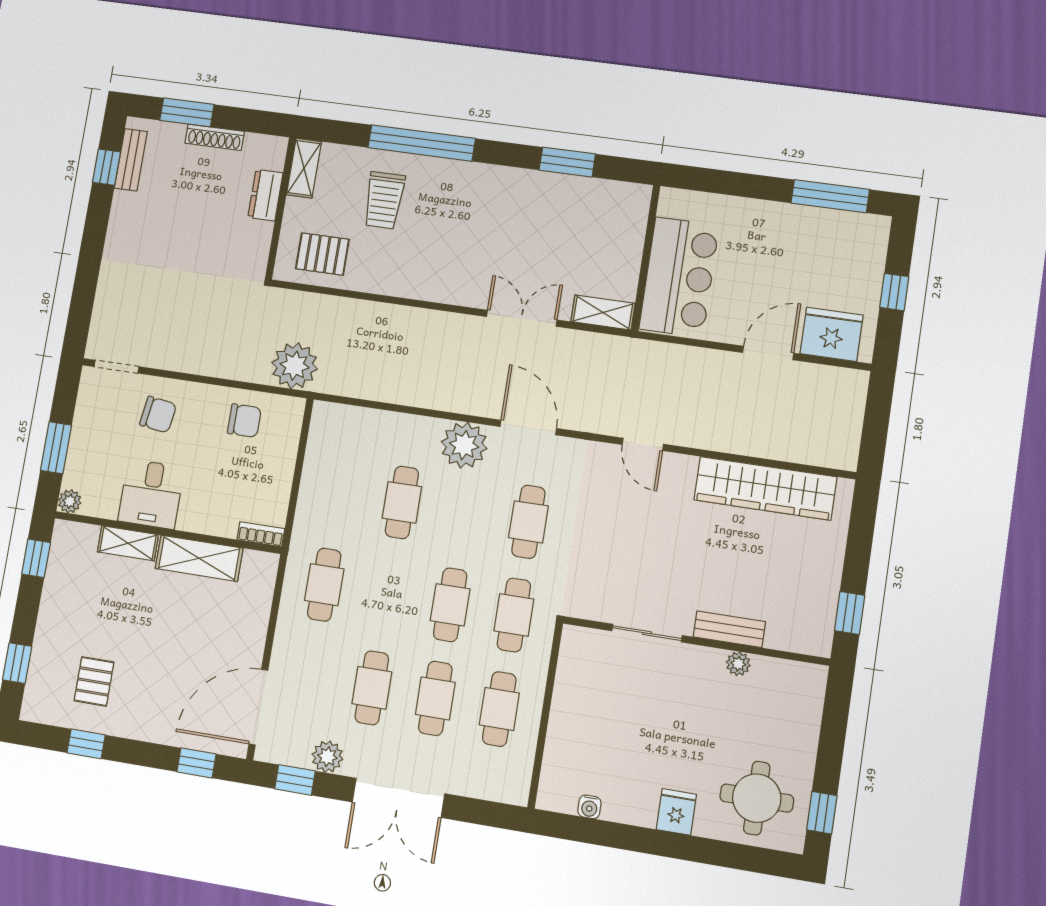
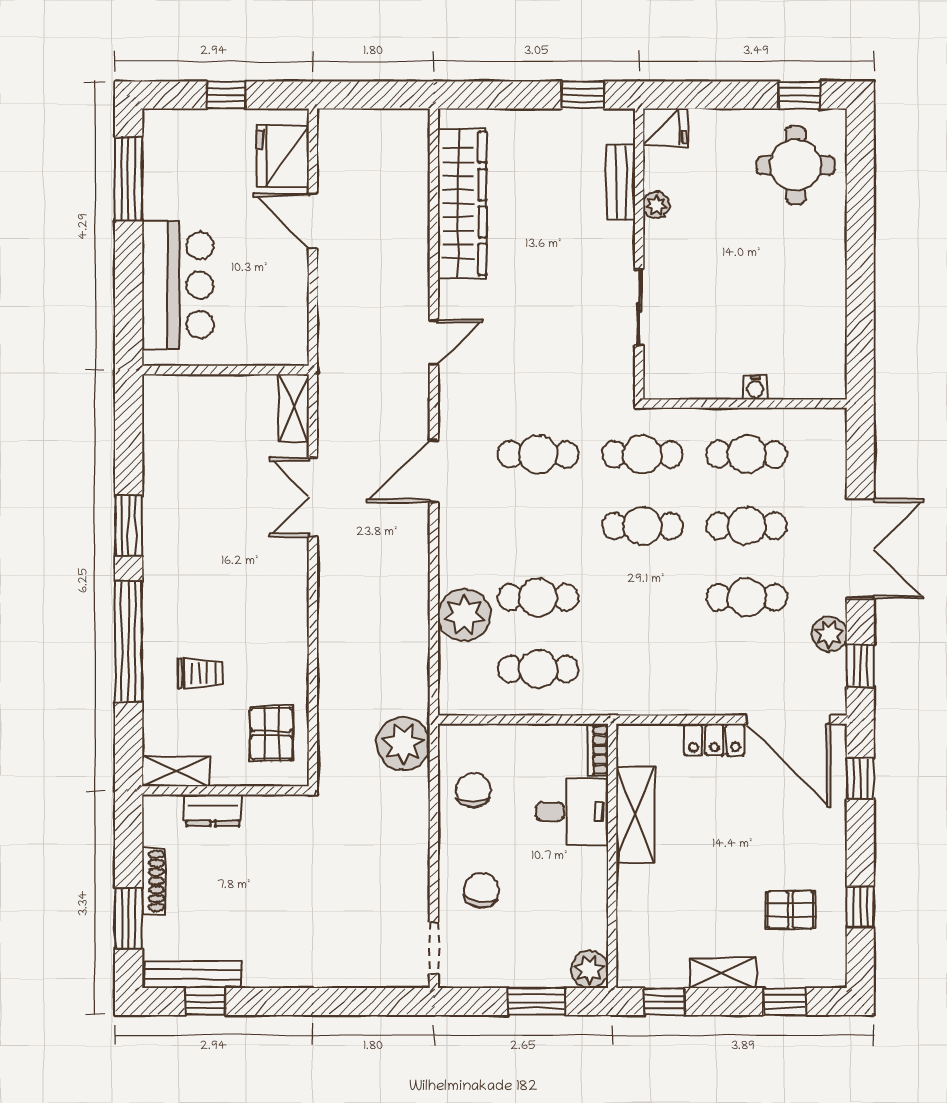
bench: (131, 160) -> (193, 974), width x1.36
window: (567, 162) -> (129, 526), moved
trolley: (384, 200) -> (200, 673), width x0.73, depth x0.72
bar counter: (679, 277) -> (178, 285), moved, turned 90
plant: (464, 445) -> (464, 615), moved
desk: (151, 494) -> (572, 812), moved
plant: (70, 501) -> (589, 969), width x1.38, depth x1.38
shelving: (128, 543) -> (723, 973), moved, turned 90
cafe table: (324, 585) -> (538, 669), moved
bench: (729, 629) -> (621, 182), moved
locker: (252, 638) -> (714, 740), added
water cooler: (589, 807) -> (755, 388), moved, turned 90
fridge: (676, 812) -> (665, 127), moved, turned 180

